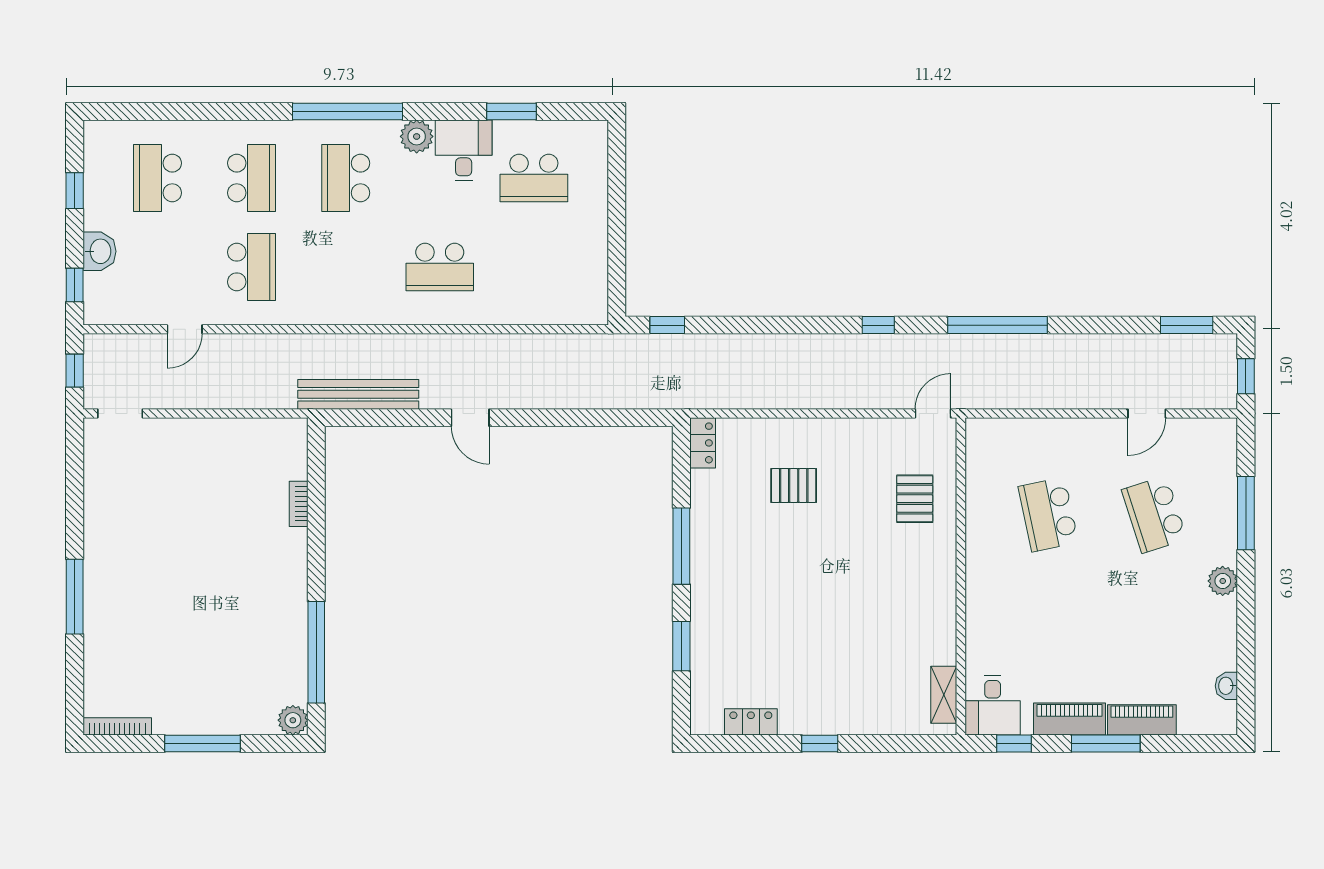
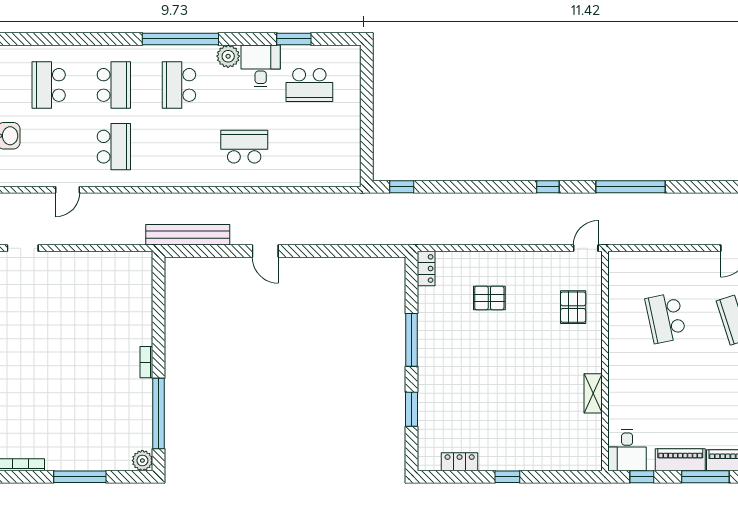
school desk: (440, 267) -> (244, 147), turned 180
bookcase: (299, 504) -> (146, 362), moved
shelving: (944, 695) -> (593, 393), moved

